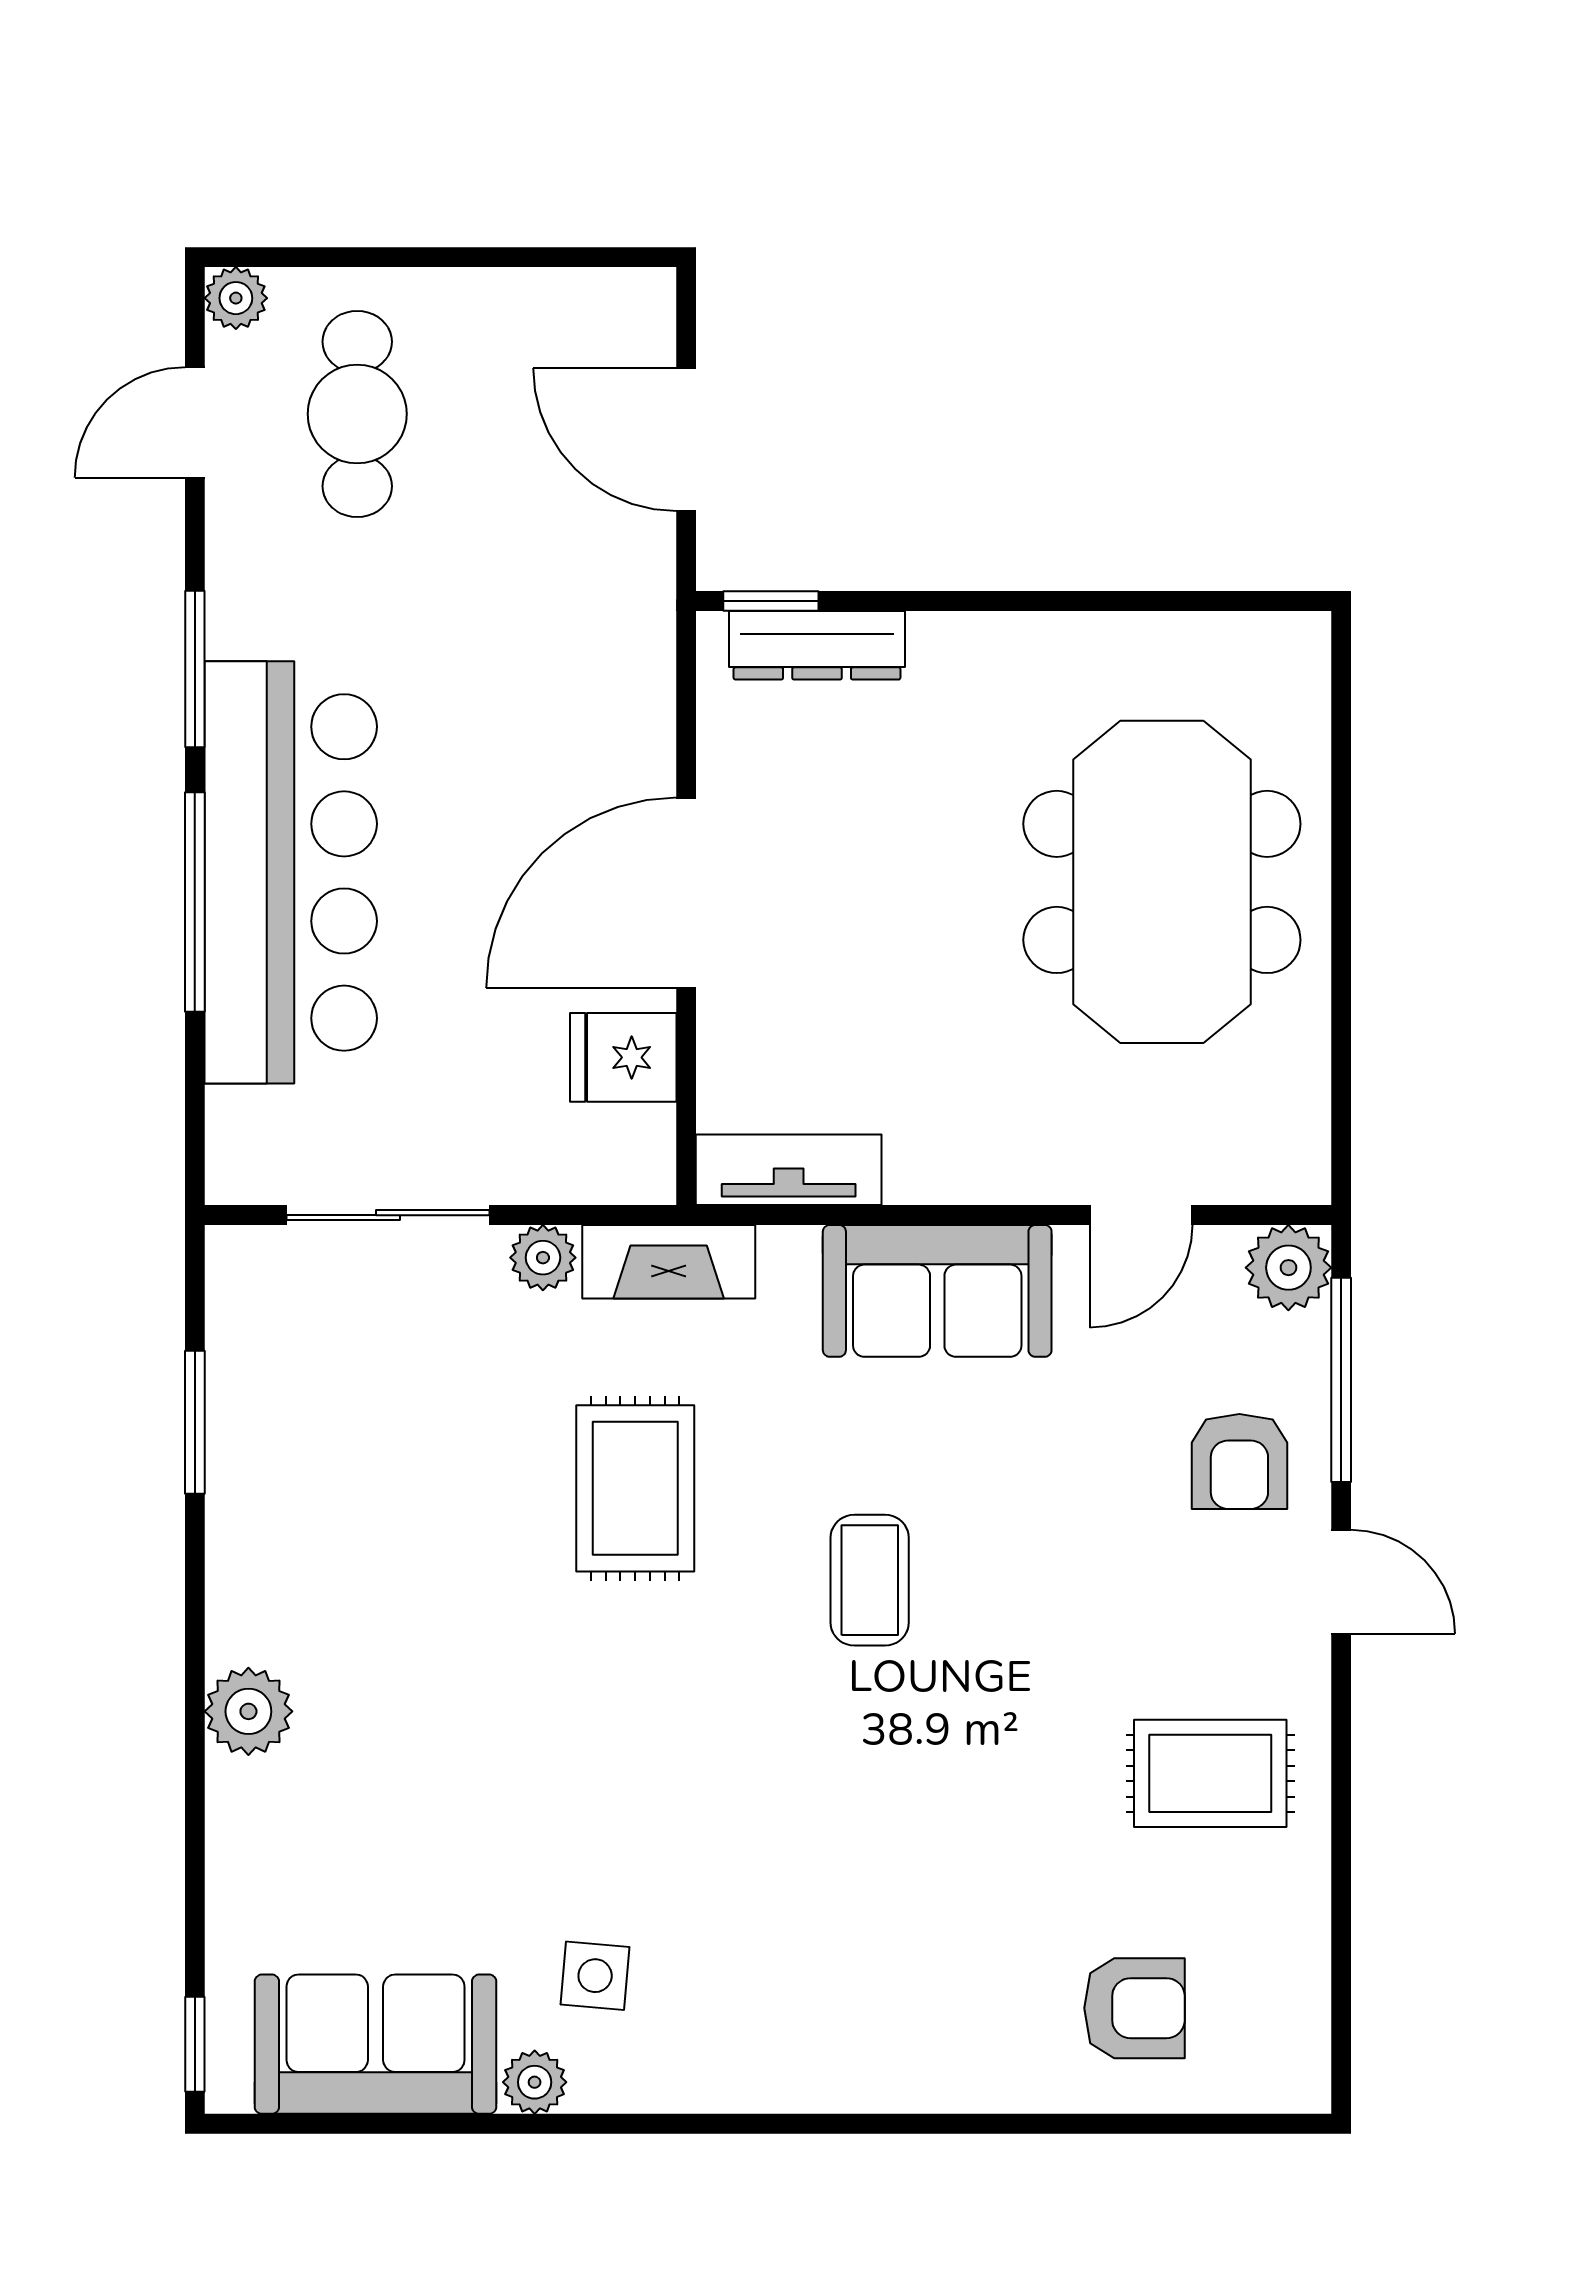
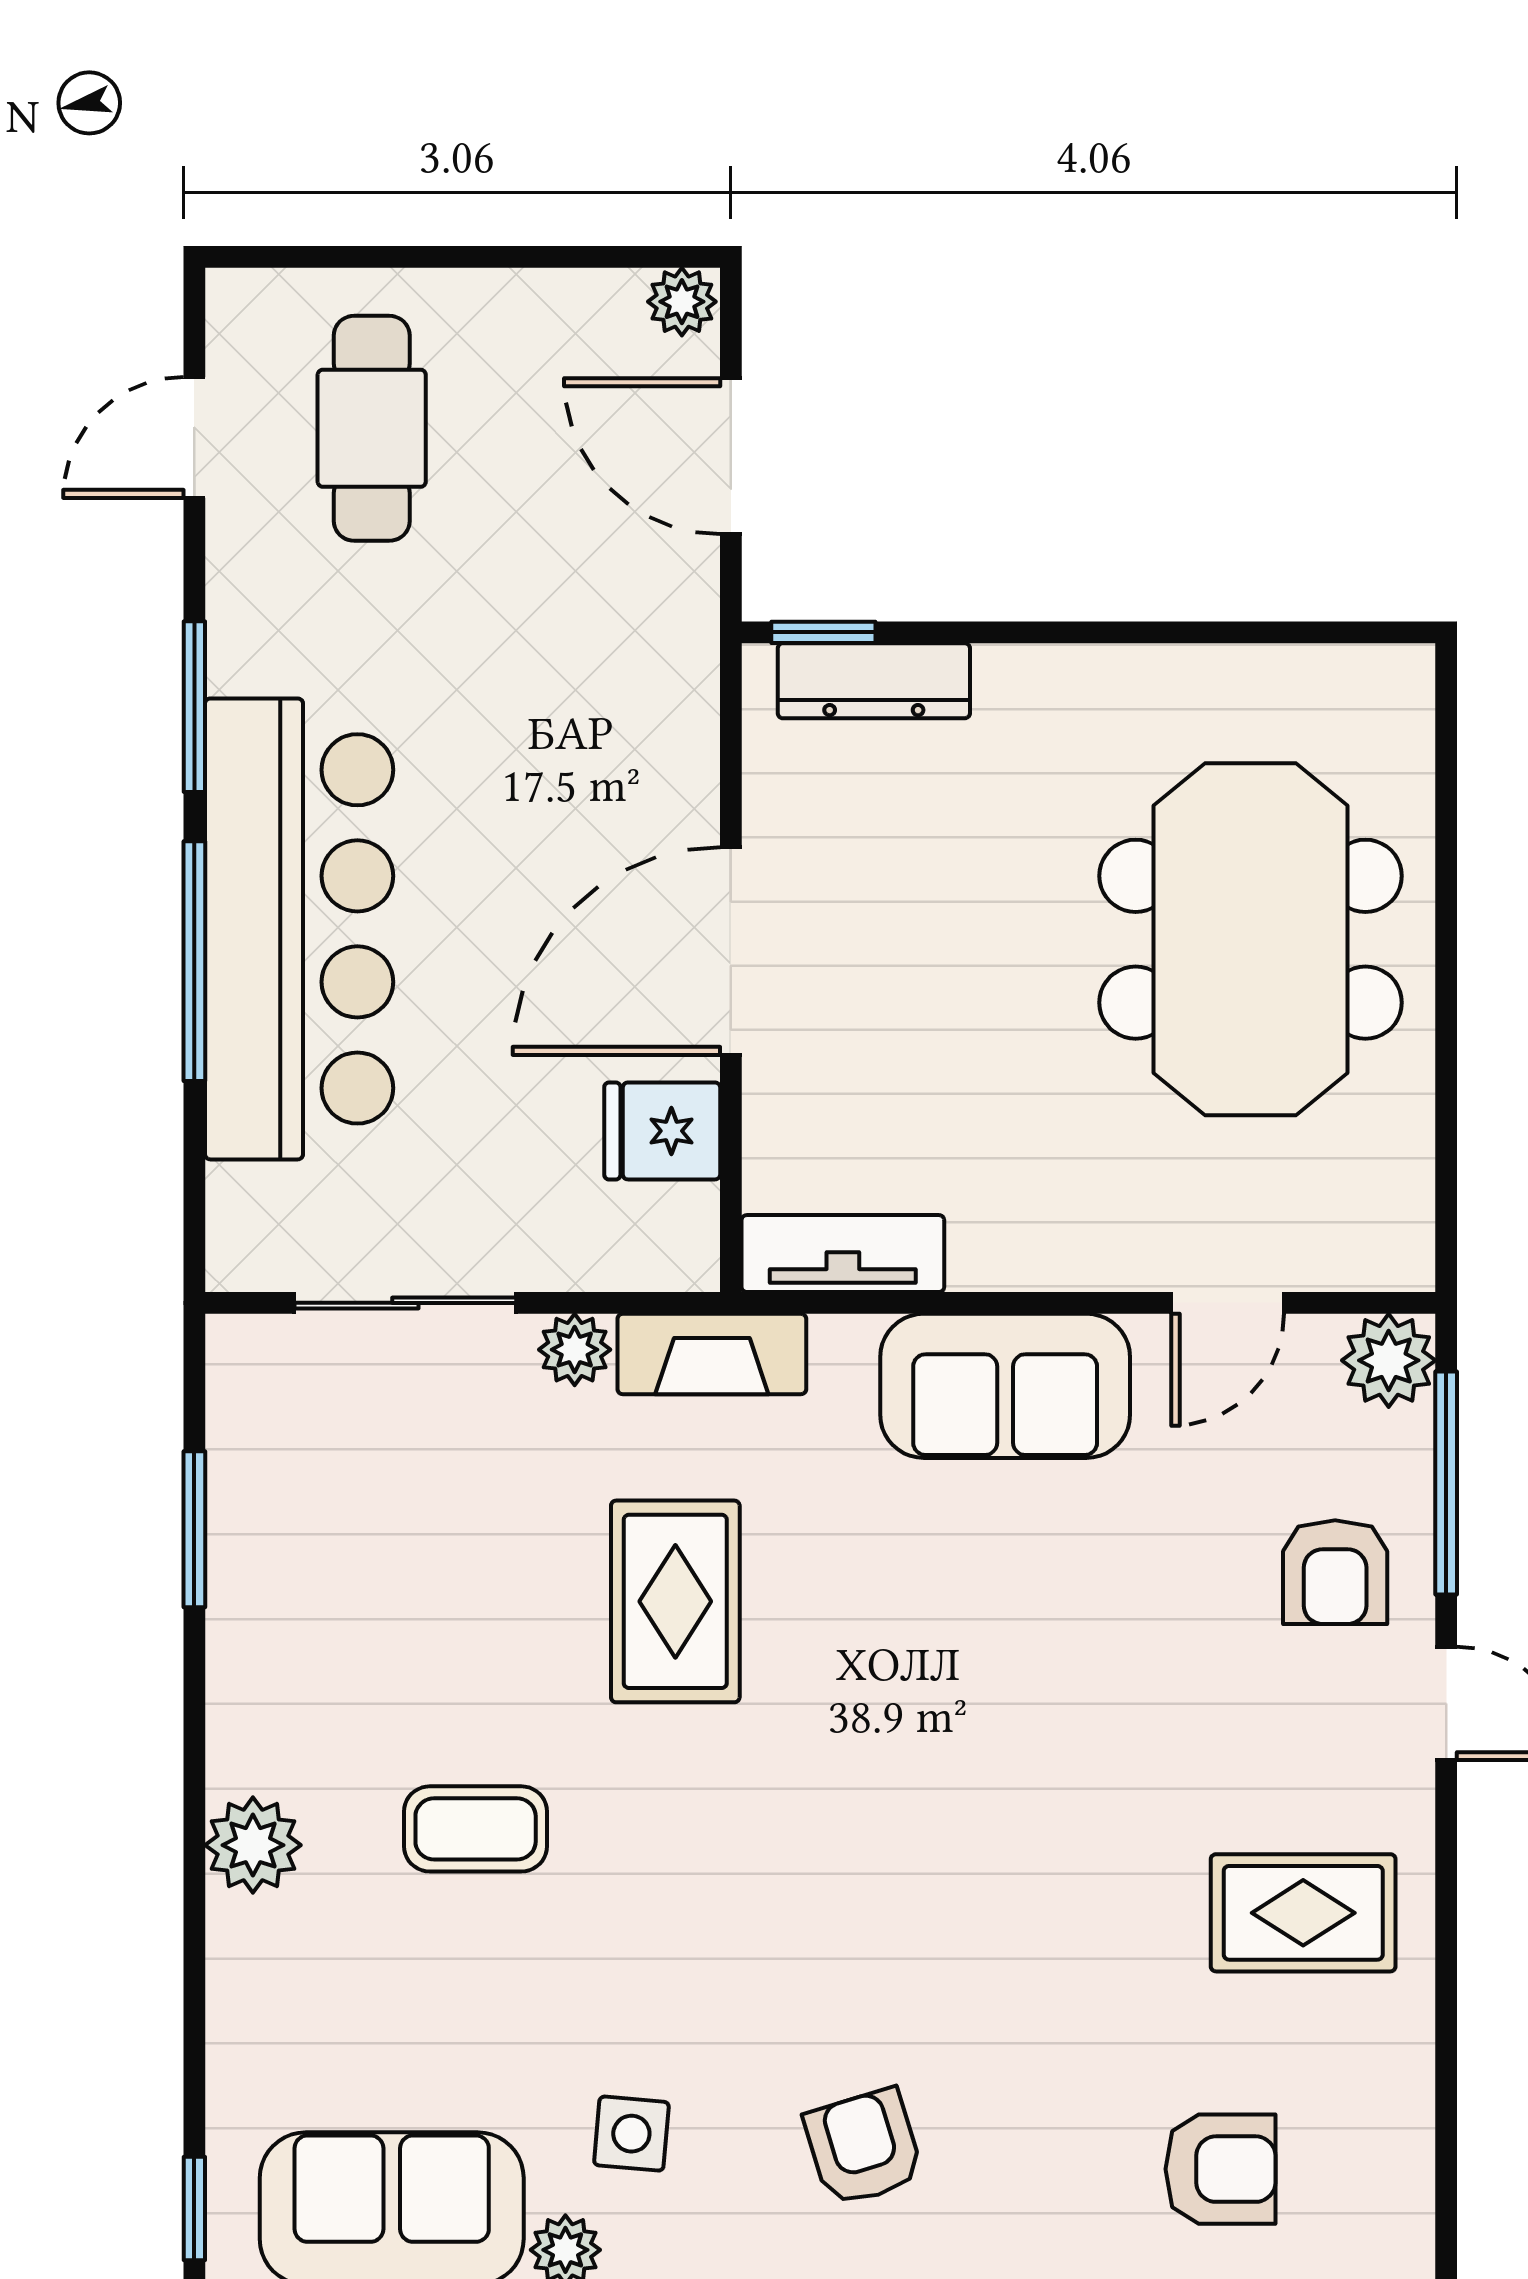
plant: (236, 298) -> (682, 302), moved
coffee table: (870, 1580) -> (476, 1829), moved, turned 90
armchair: (808, 1988) -> (864, 2147), added

